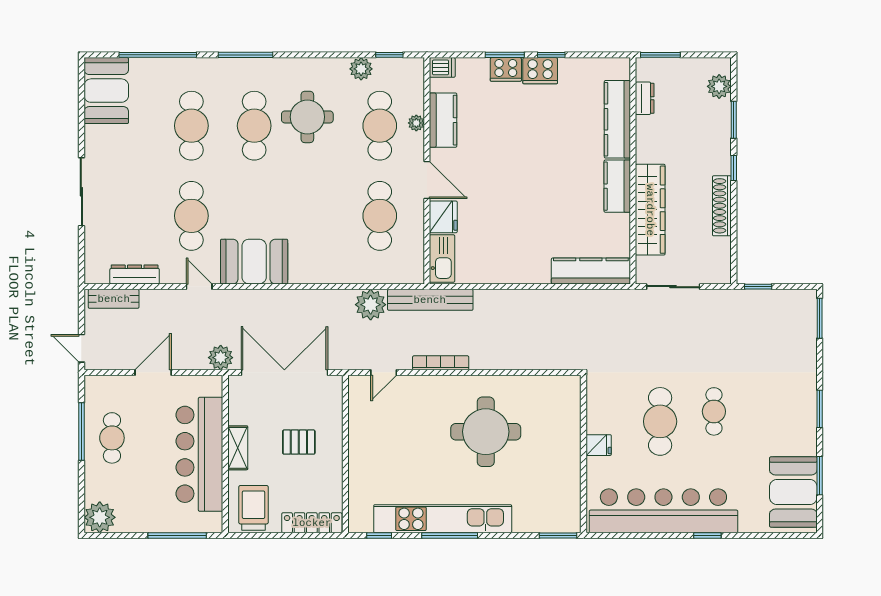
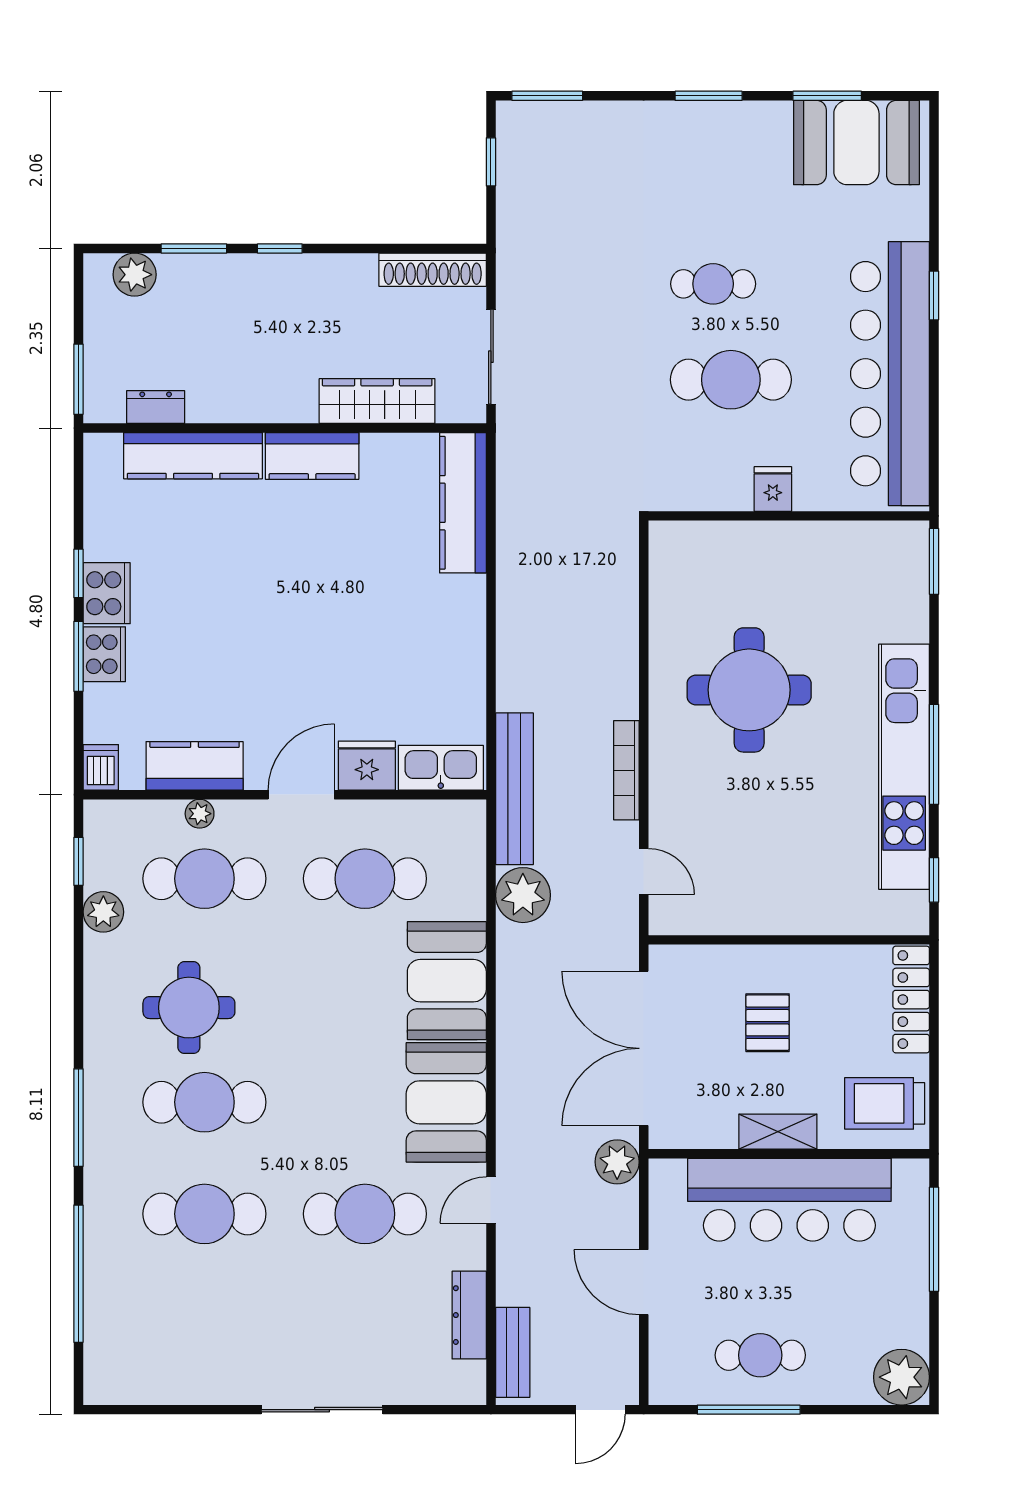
booth: (106, 91) -> (447, 981), moved, turned 90
shoe rack: (722, 206) -> (433, 270), moved
wardrobe: (650, 210) -> (377, 401), width x0.71, depth x0.85
window: (758, 287) -> (491, 162), moved

